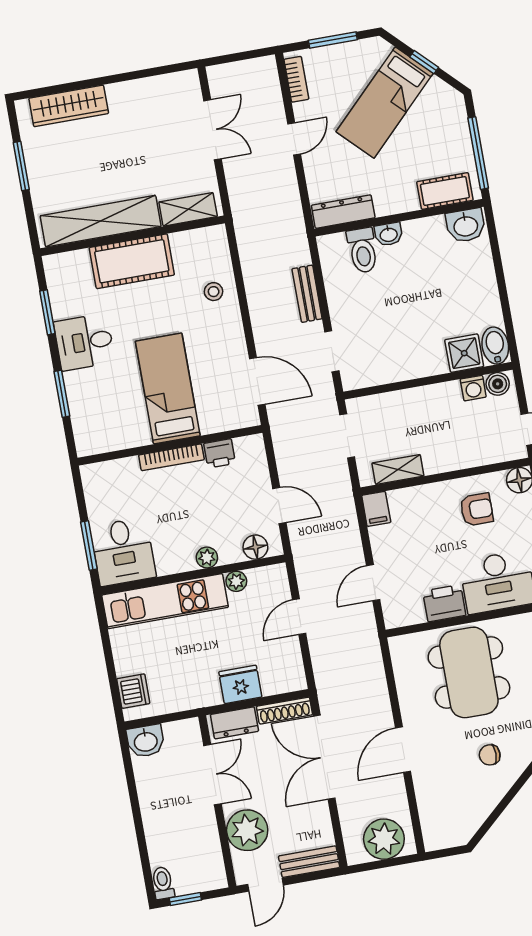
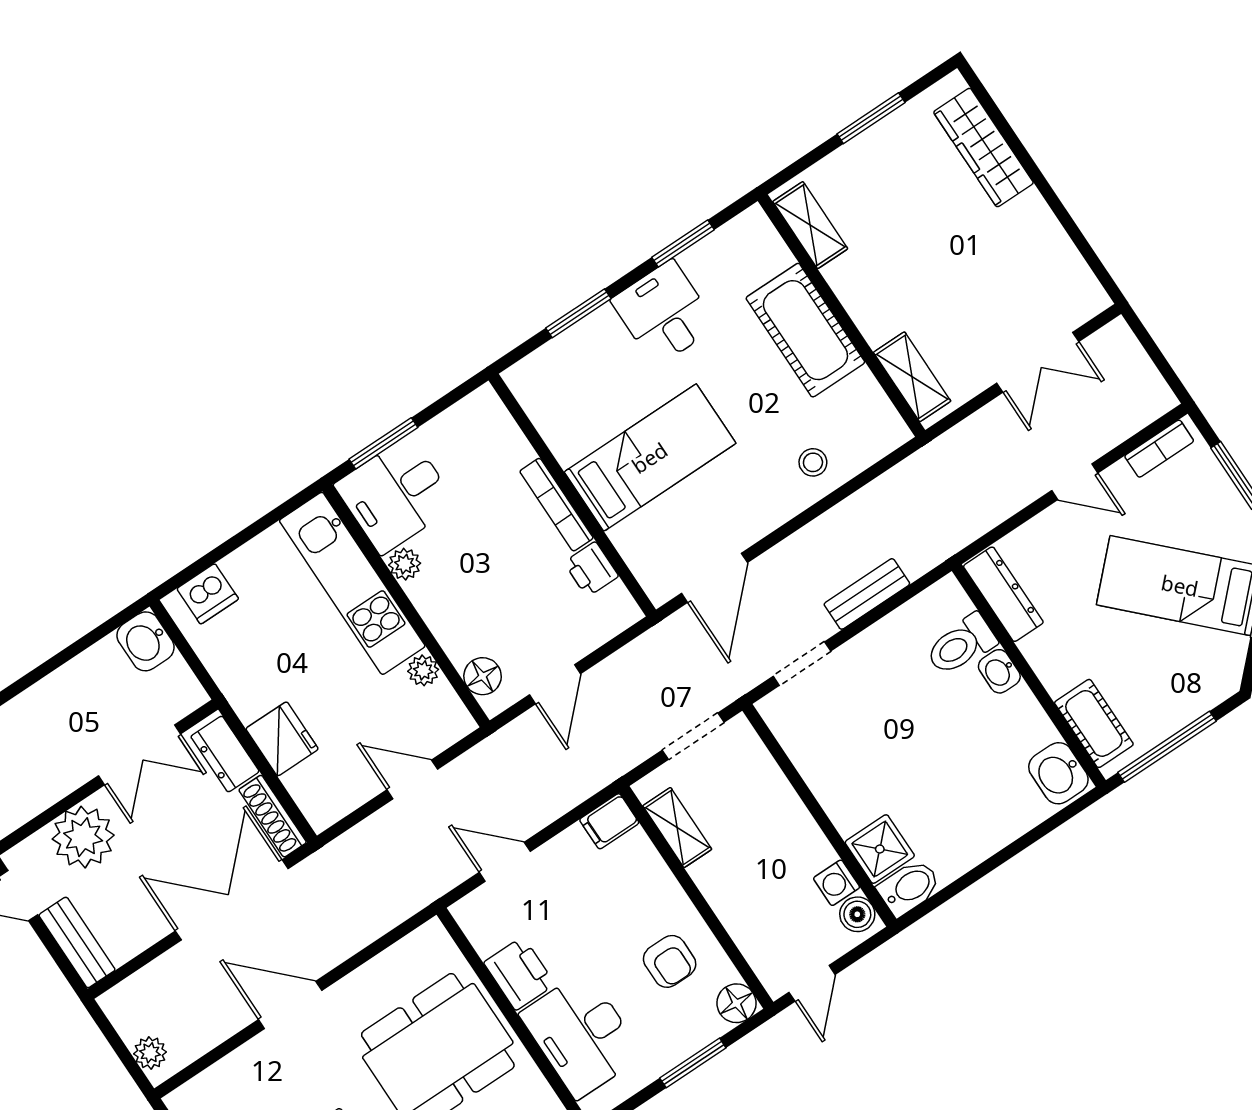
shelving: (101, 221) -> (810, 225), width x0.45, depth x0.75
plant: (207, 558) -> (405, 564), moved
plant: (384, 839) -> (150, 1053), width x0.53, depth x0.53

